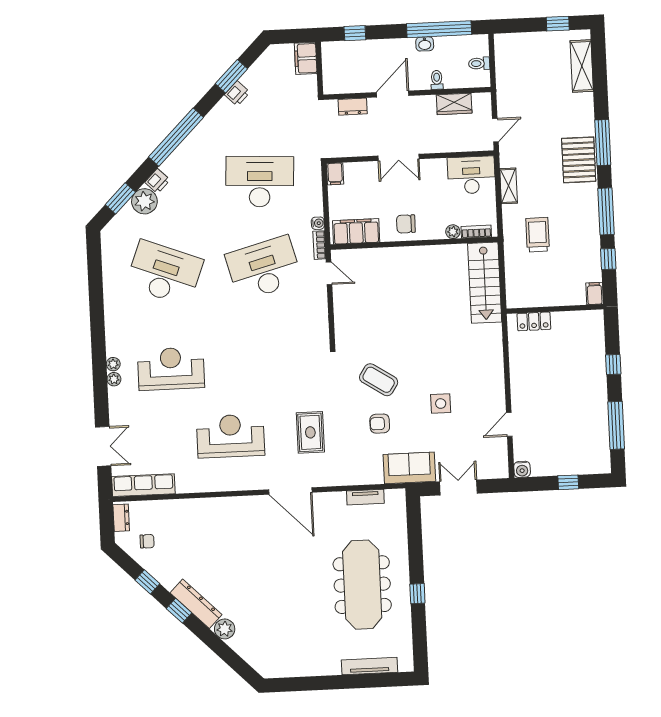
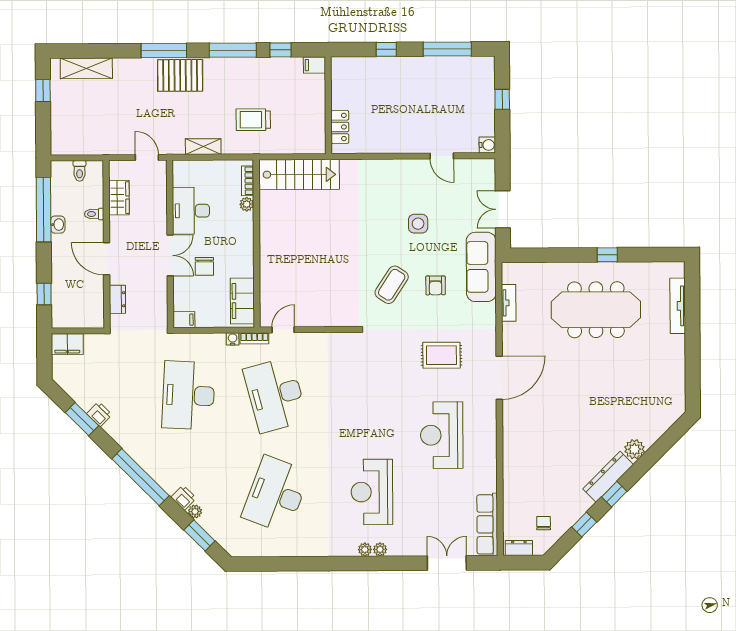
desk: (471, 175) -> (191, 211), moved
plant: (144, 201) -> (195, 512), width x0.53, depth x0.53
chair: (406, 224) -> (204, 266), moved
sofa: (409, 468) -> (481, 267), width x1.36

